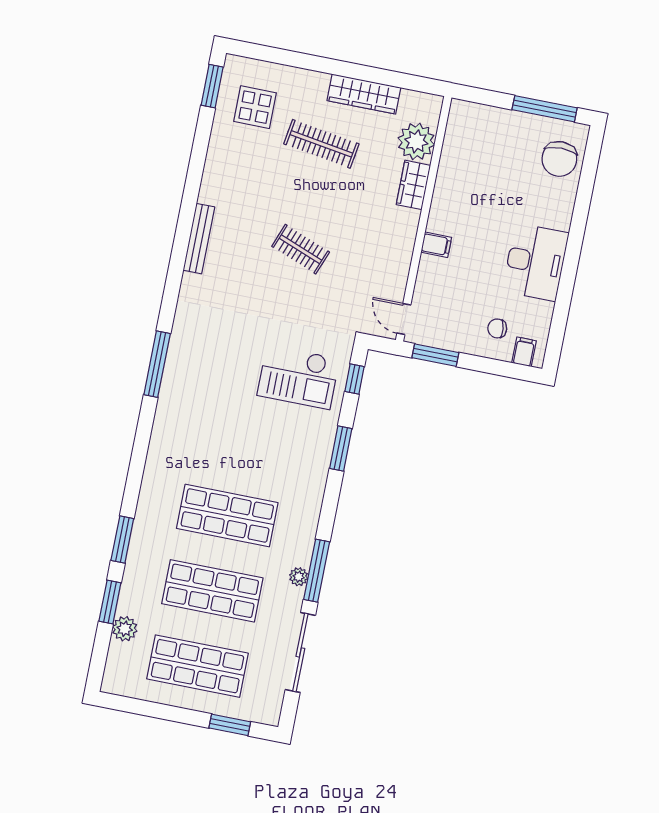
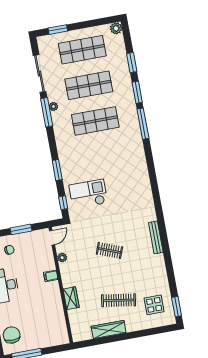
plant: (416, 141) -> (62, 258), moved, width x0.53, depth x0.53
door: (404, 319) -> (52, 238), hinge flipped
window: (435, 355) -> (21, 229), moved
window: (157, 364) -> (143, 124), moved
plant: (125, 629) -> (116, 28), moved

